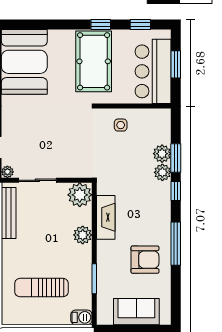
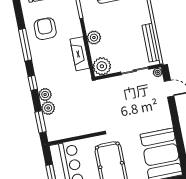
side table: (121, 125) -> (82, 123), removed
window: (176, 158) -> (41, 122), moved
armchair: (145, 260) -> (45, 29), turned 90

